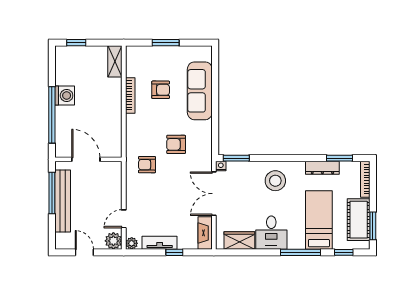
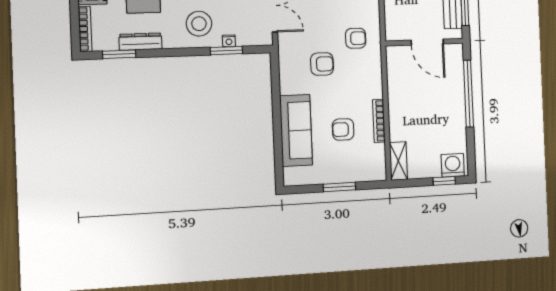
washing machine: (65, 96) -> (453, 165), moved, turned 90
window: (236, 158) -> (226, 51), moved
nightstand: (221, 166) -> (229, 41), moved

